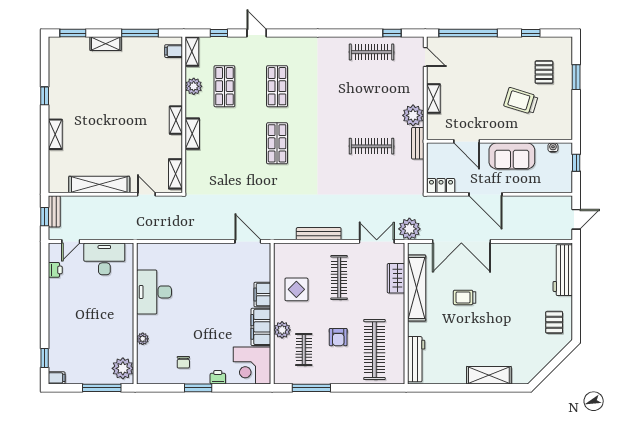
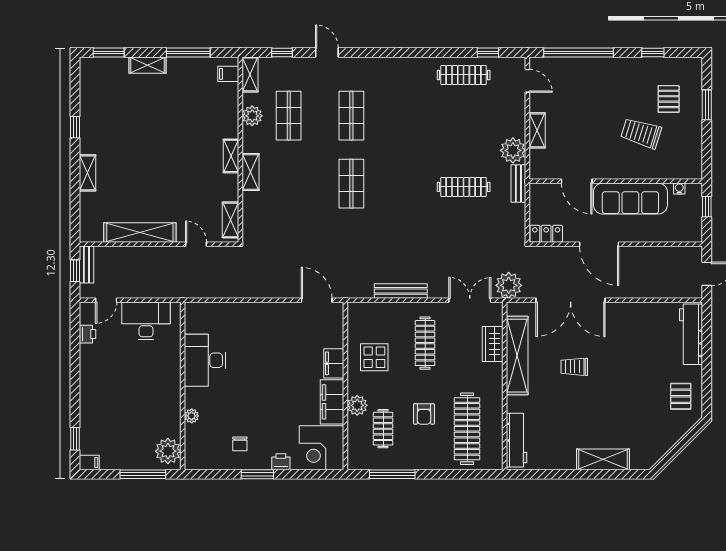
sofa: (512, 156) -> (630, 199), width x1.36

